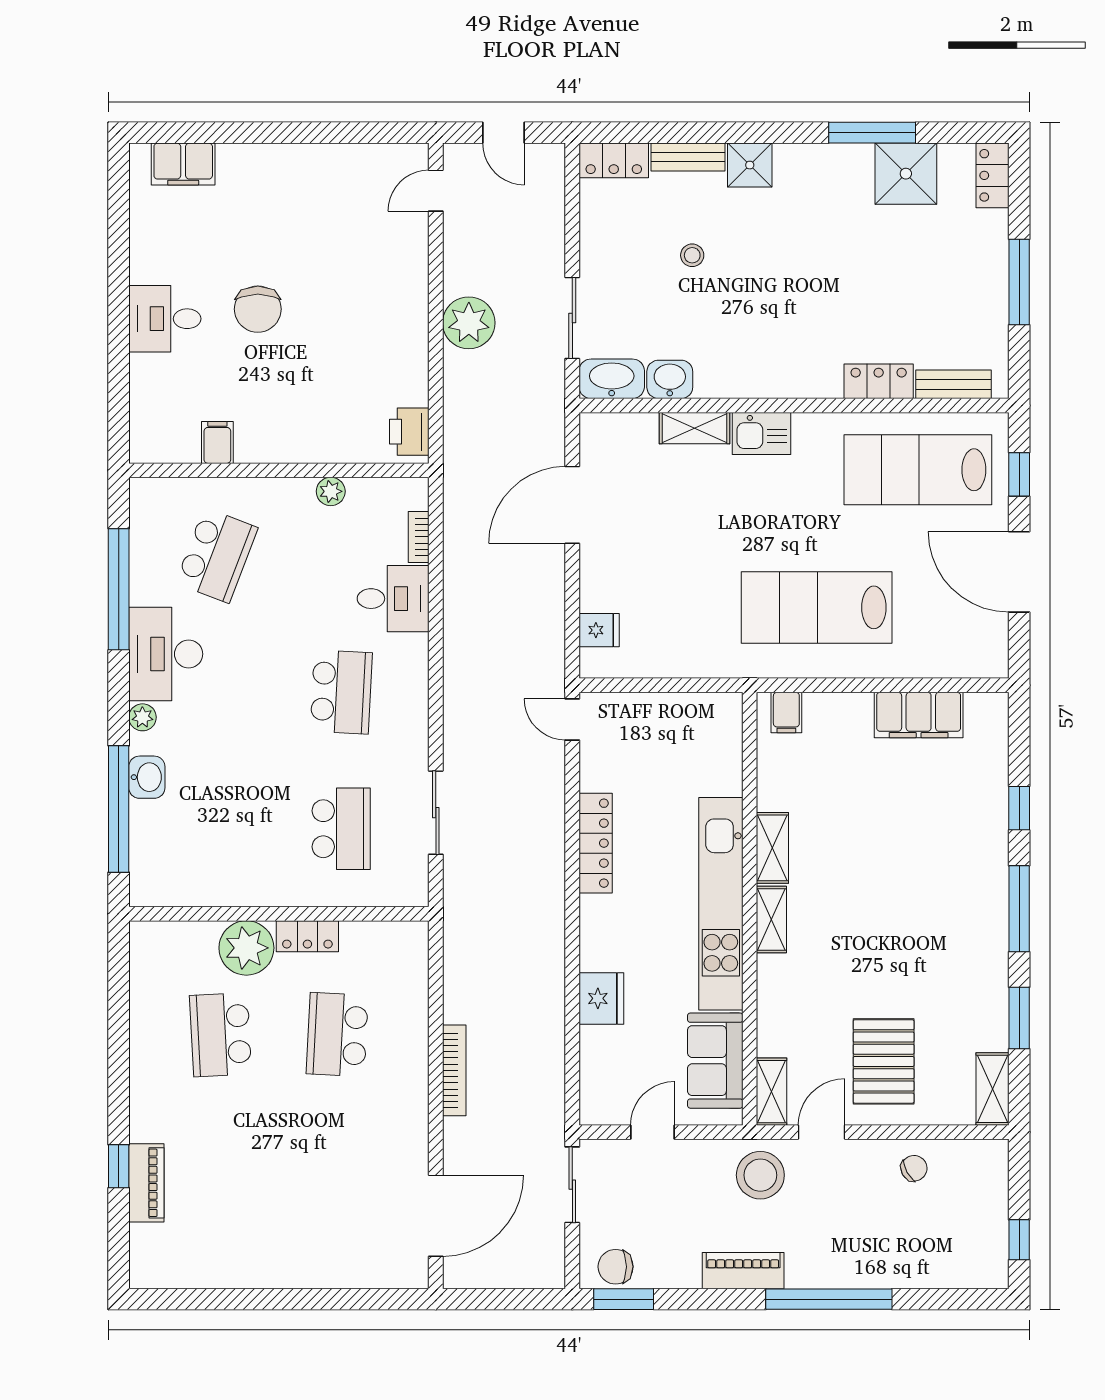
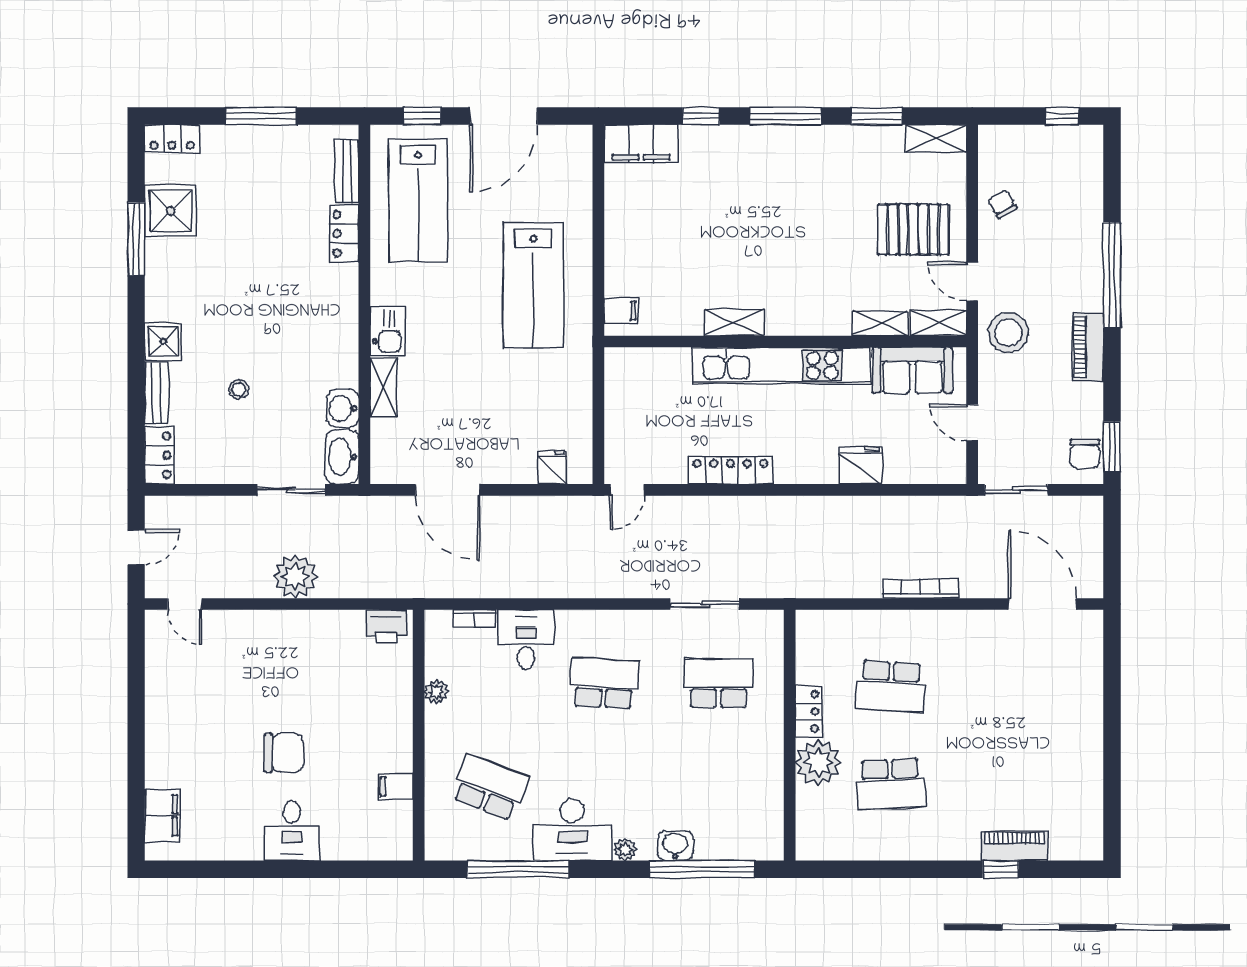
filing cabinet: (919, 715) -> (641, 144), moved, turned 90
shelving: (771, 920) -> (880, 323), moved

